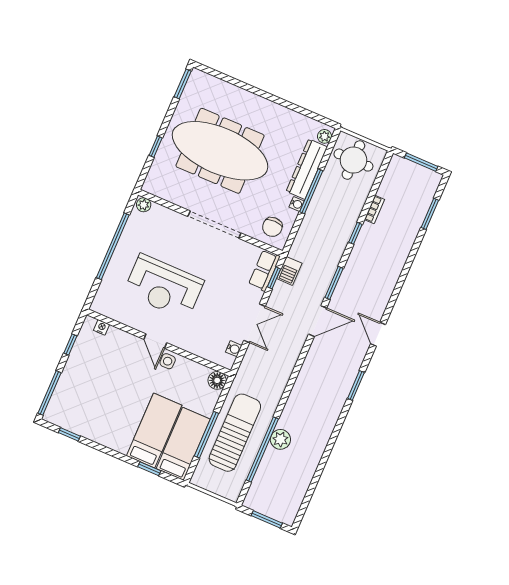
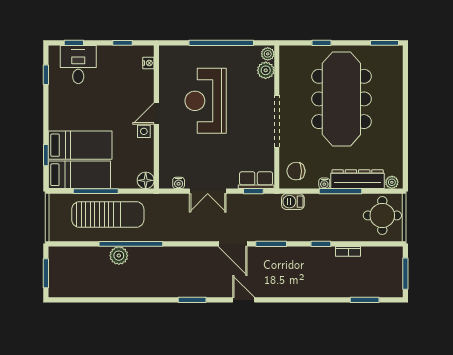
plant: (159, 214) -> (266, 70), added
barbecue: (289, 271) -> (293, 202), moved
door: (378, 334) -> (244, 300), hinge flipped
window: (50, 393) -> (74, 43), width x0.46
desk: (73, 398) -> (78, 65), added
window: (262, 449) -> (131, 244), moved

